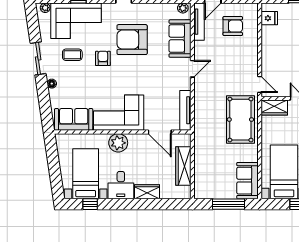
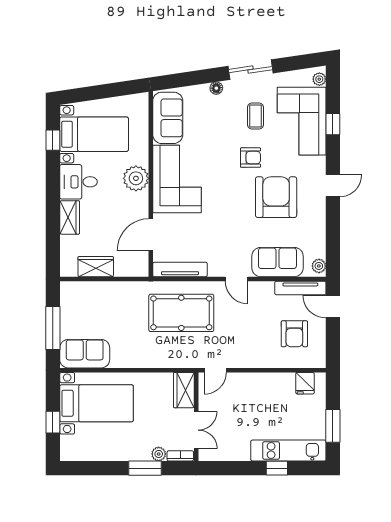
pool table: (240, 120) -> (181, 313), moved
wardrobe: (183, 166) -> (96, 267), width x0.67

